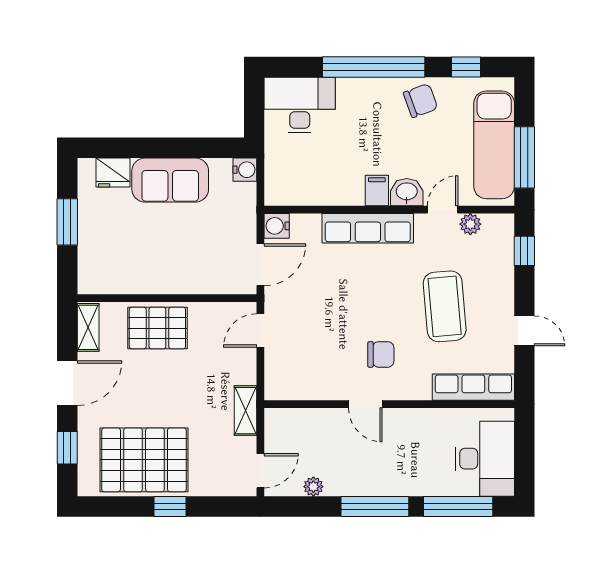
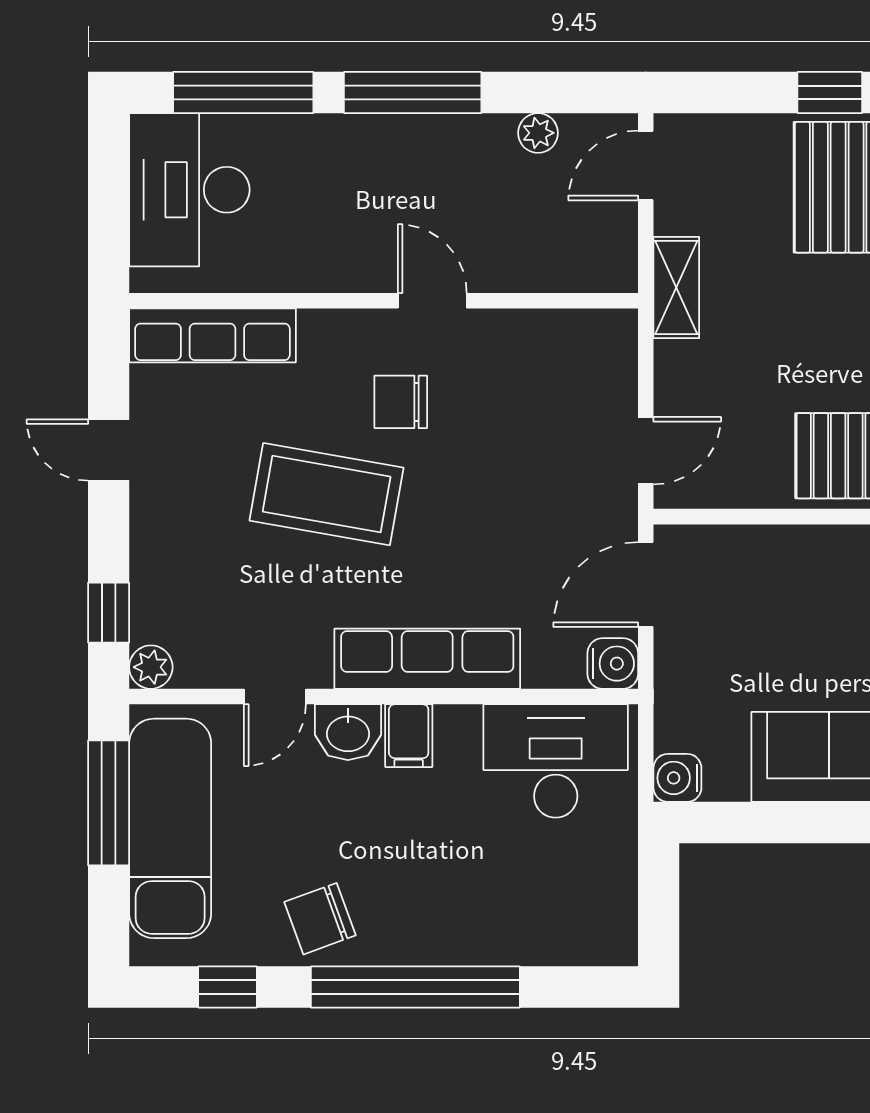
desk: (300, 105) -> (556, 761), moved, turned 180
plant: (470, 224) -> (151, 667), moved
coffee table: (445, 306) -> (327, 494), moved, turned -75

